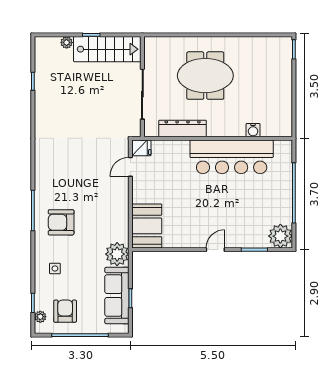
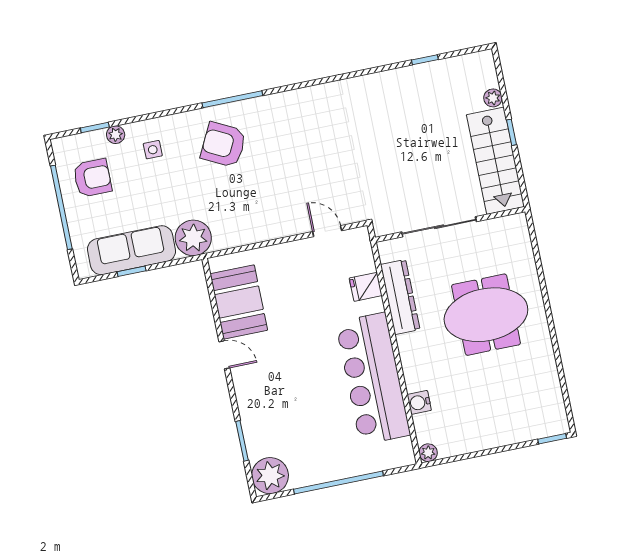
meeting table: (205, 76) -> (486, 315), turned 90
plant: (287, 131) -> (428, 453), added
fridge: (141, 148) -> (366, 287), moved, turned 90
armchair: (61, 222) -> (223, 145), turned -63
booth: (147, 226) -> (239, 302), moved, turned 90
door: (215, 250) -> (224, 355), moved
plant: (40, 317) -> (116, 135), moved

